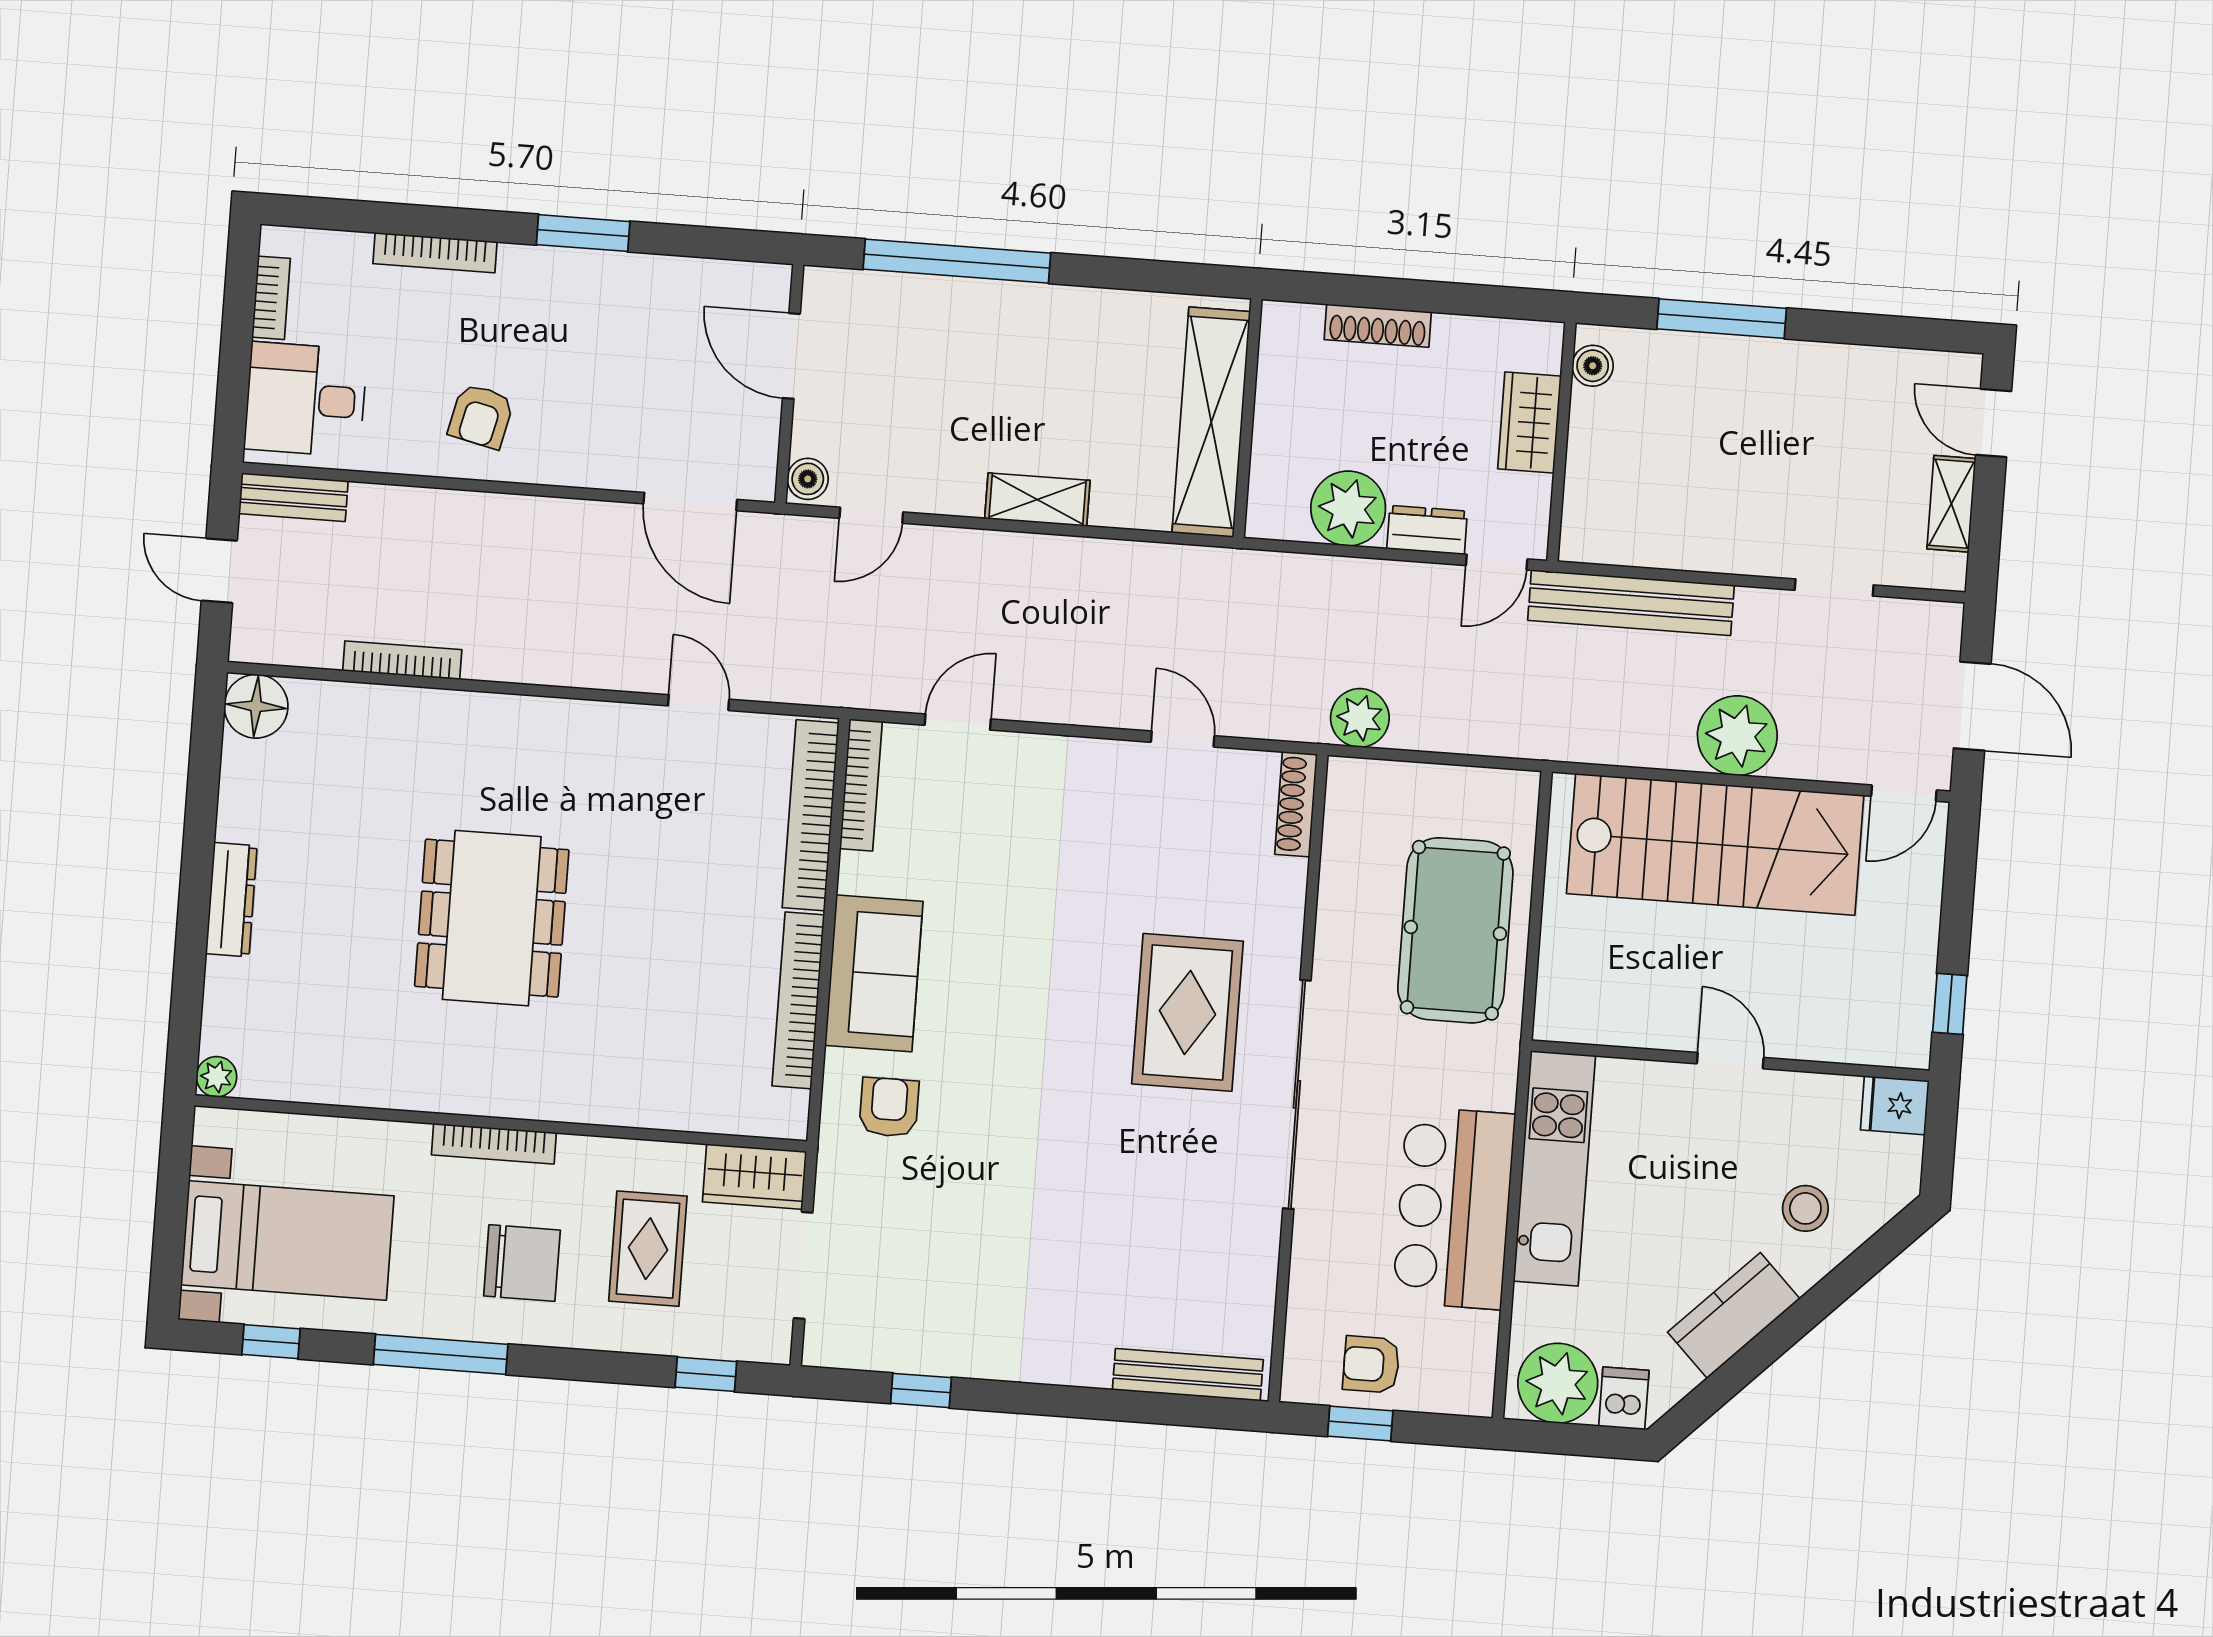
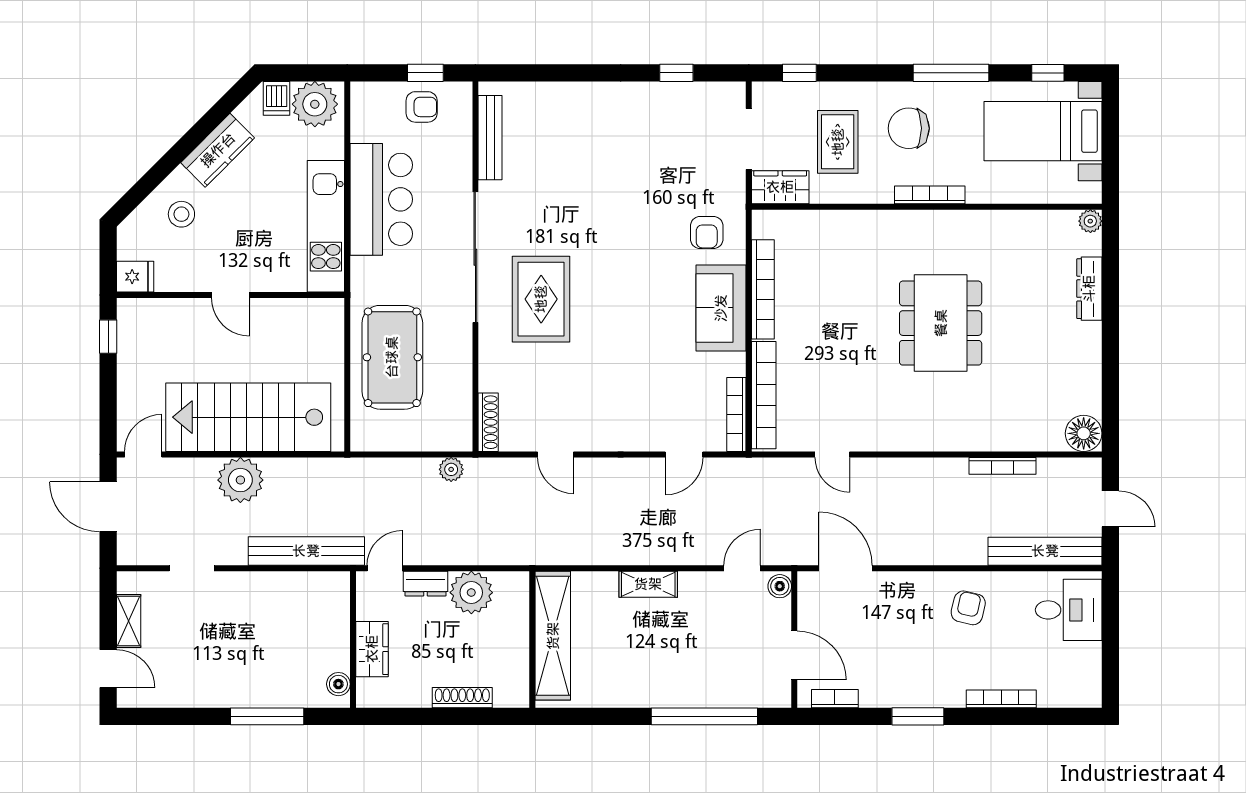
bookcase: (271, 298) -> (835, 699), moved, turned 90
bench: (293, 497) -> (1045, 551), width x1.86, depth x1.21
plant: (1360, 718) -> (451, 469), width x0.73, depth x0.73
dresser: (231, 900) -> (1089, 289), moved
bench: (1188, 1375) -> (490, 138), moved, turned 90

